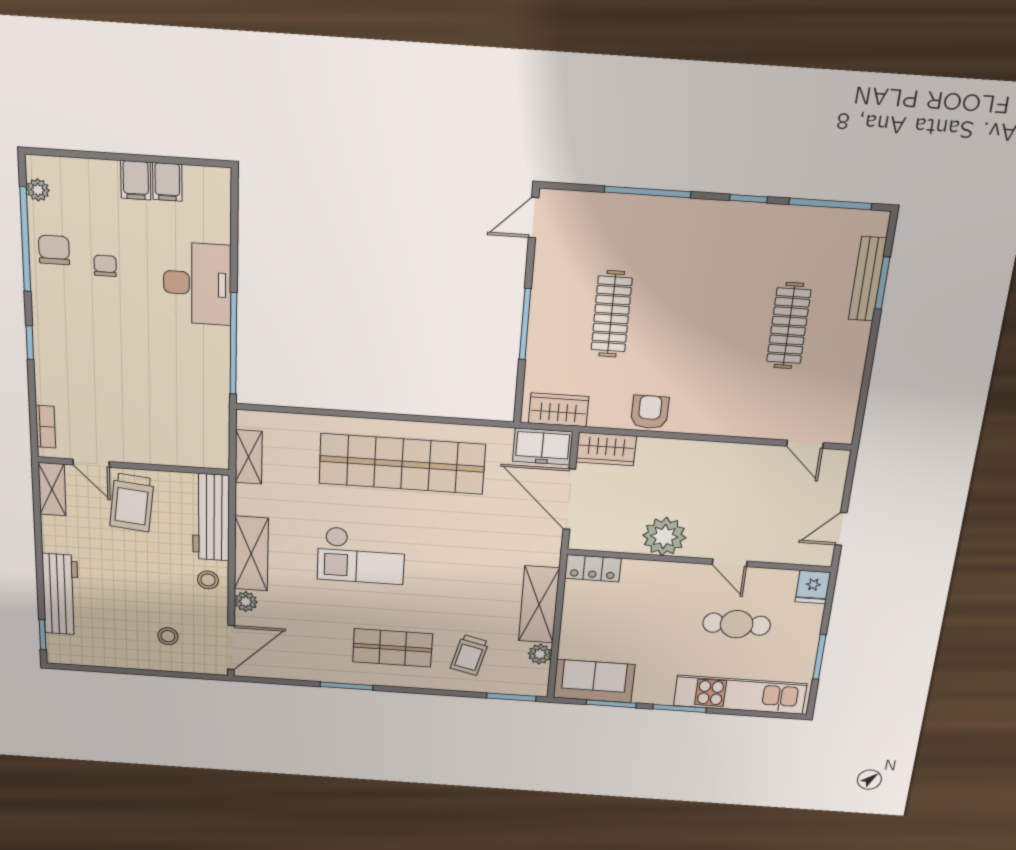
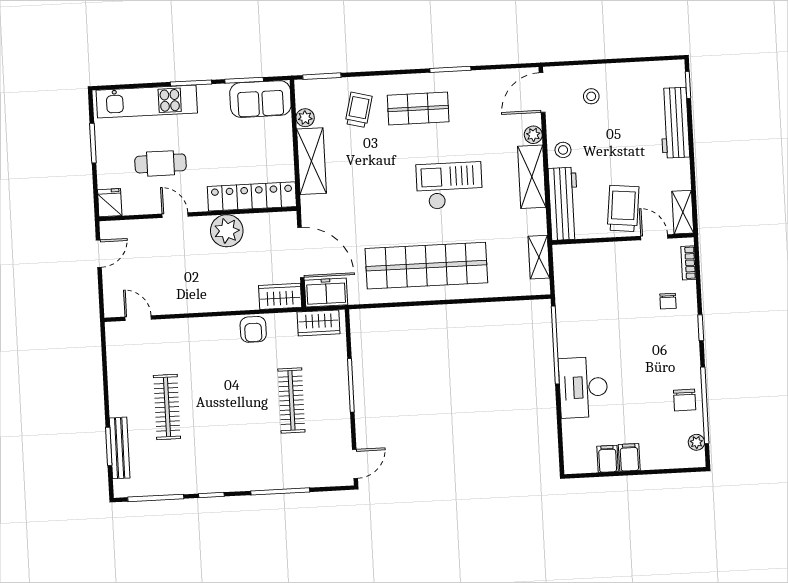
chair: (105, 266) -> (668, 301), moved
locker: (593, 568) -> (252, 196), width x2.16, depth x1.21

